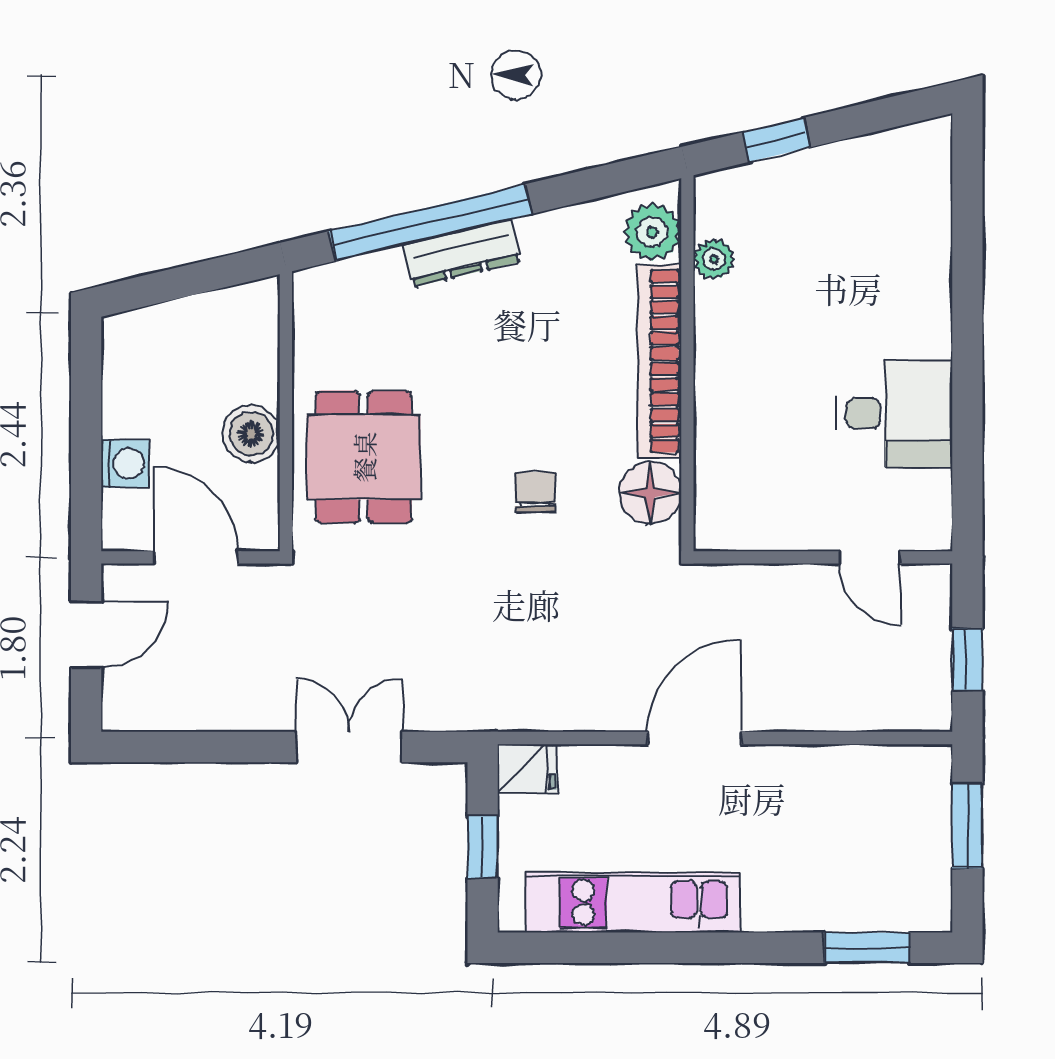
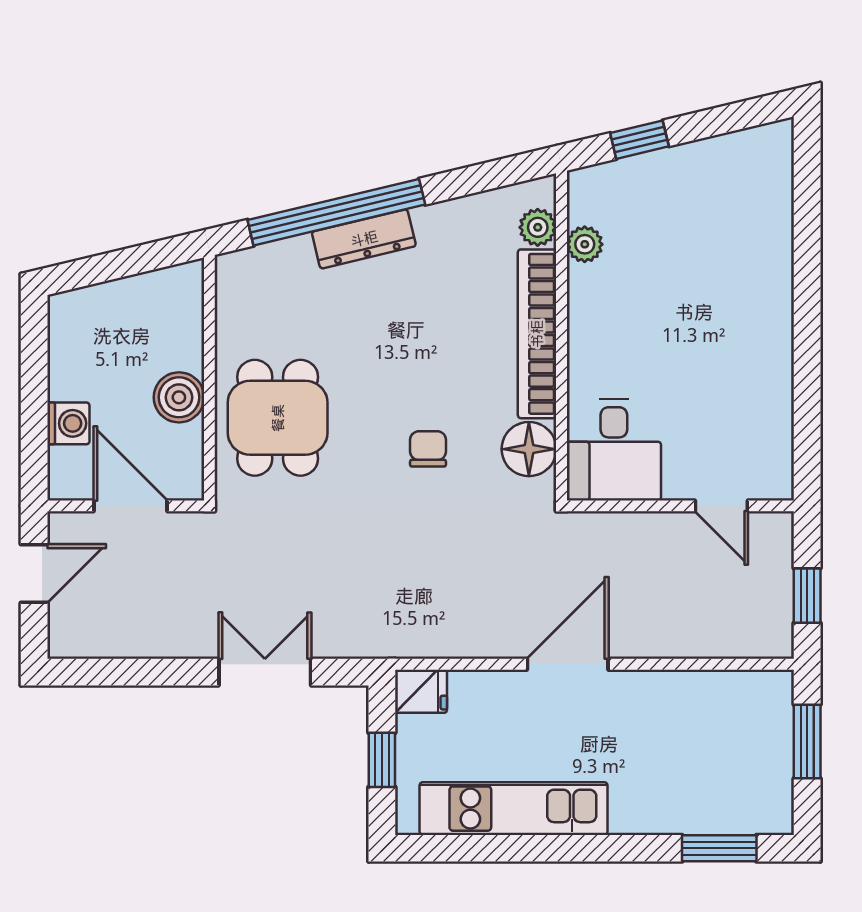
plant: (652, 232) -> (538, 227), width x0.73, depth x0.73
desk: (894, 413) -> (614, 450), moved, turned 90

